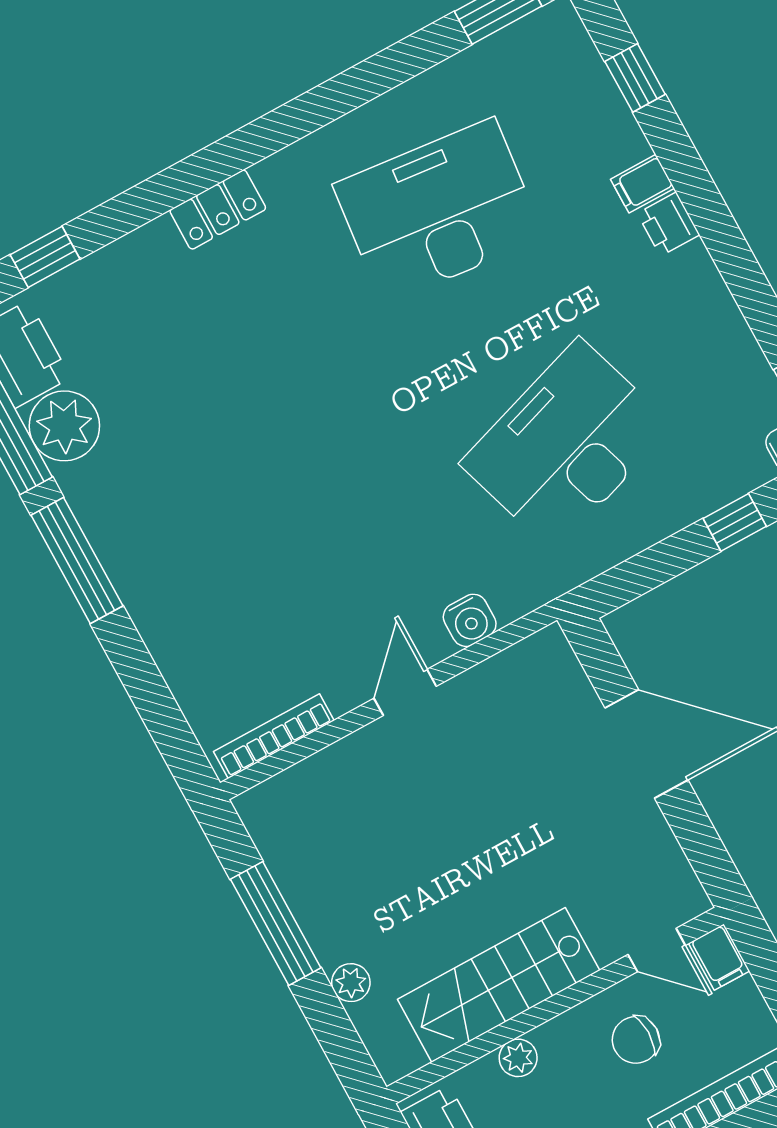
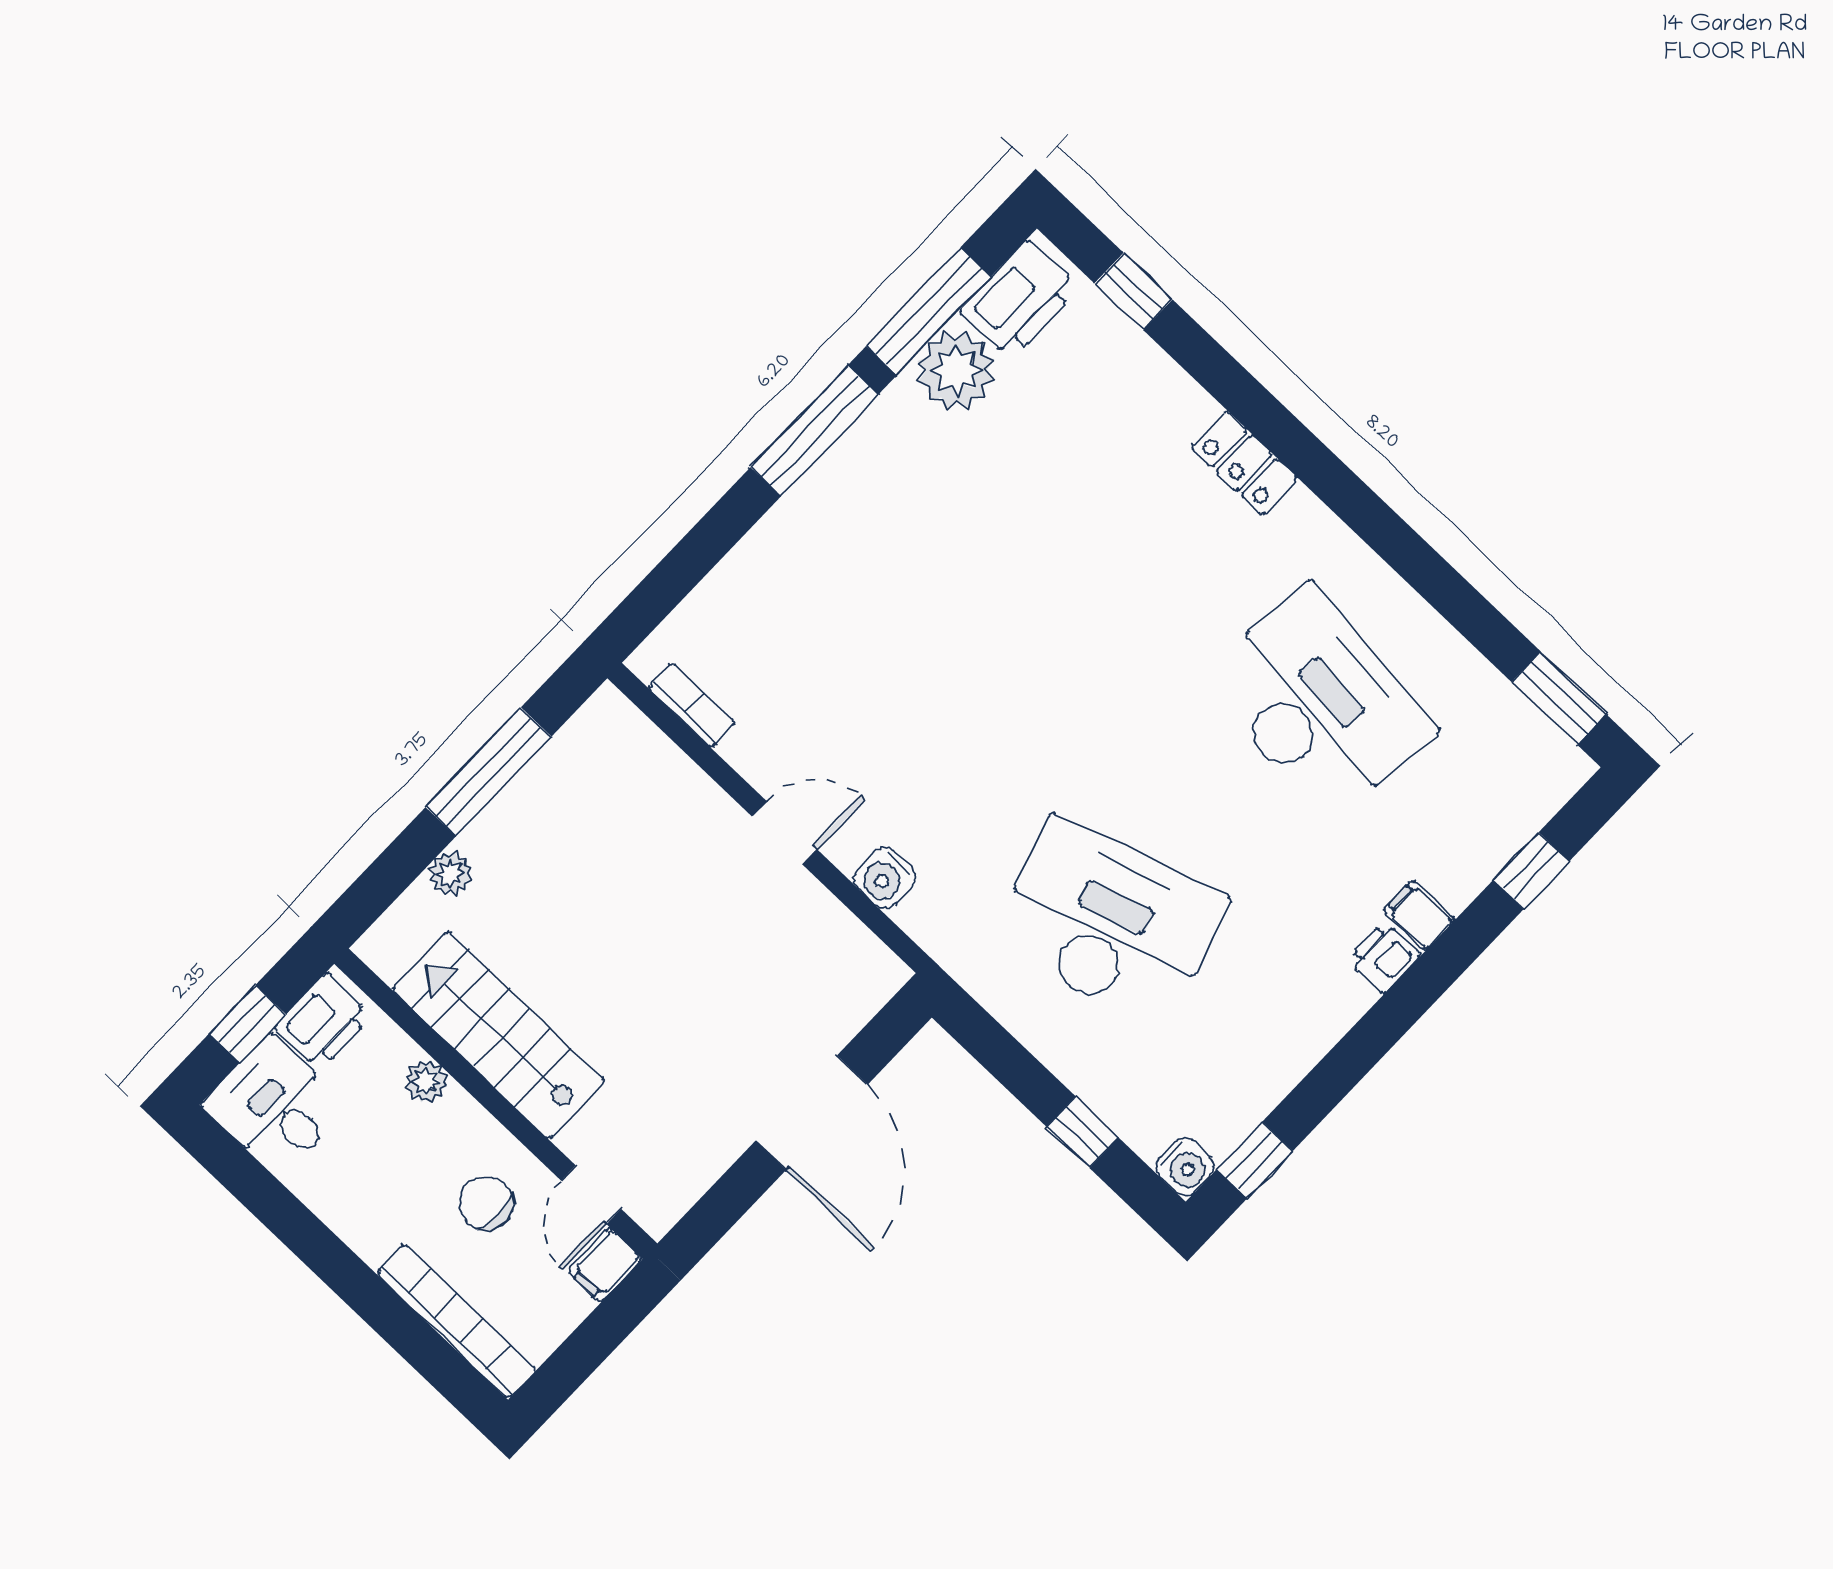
bookcase: (274, 736) -> (692, 705), width x0.64

